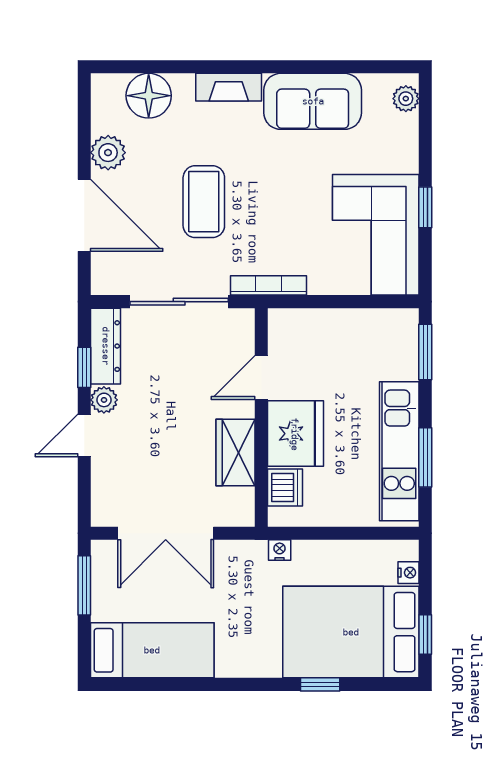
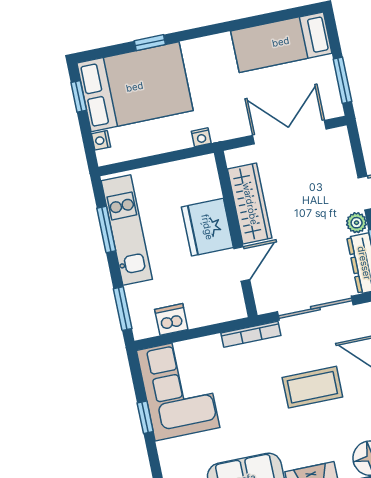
coffee table: (204, 202) -> (312, 387), turned 90
wardrobe: (235, 453) -> (250, 204), width x1.50
dishwasher: (285, 488) -> (171, 319), moved, turned 90

